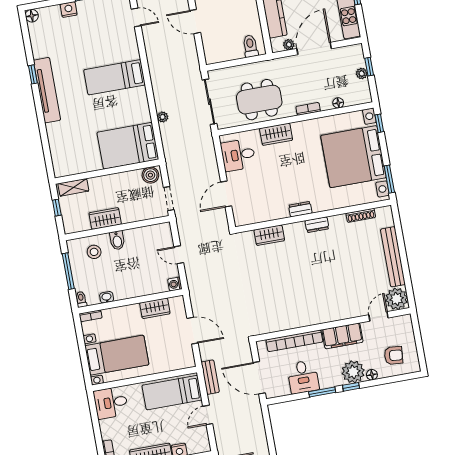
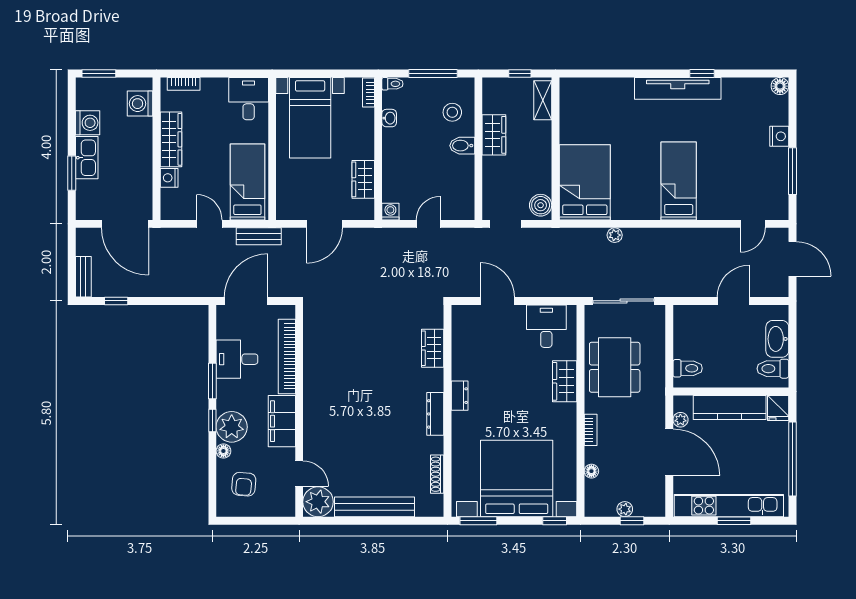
dresser: (317, 225) -> (435, 414), width x1.44

